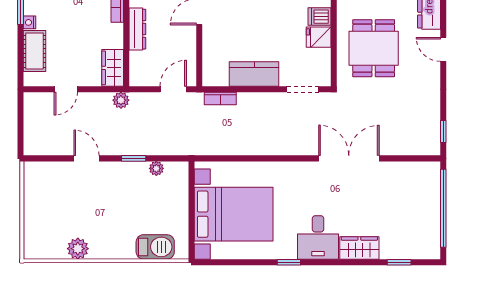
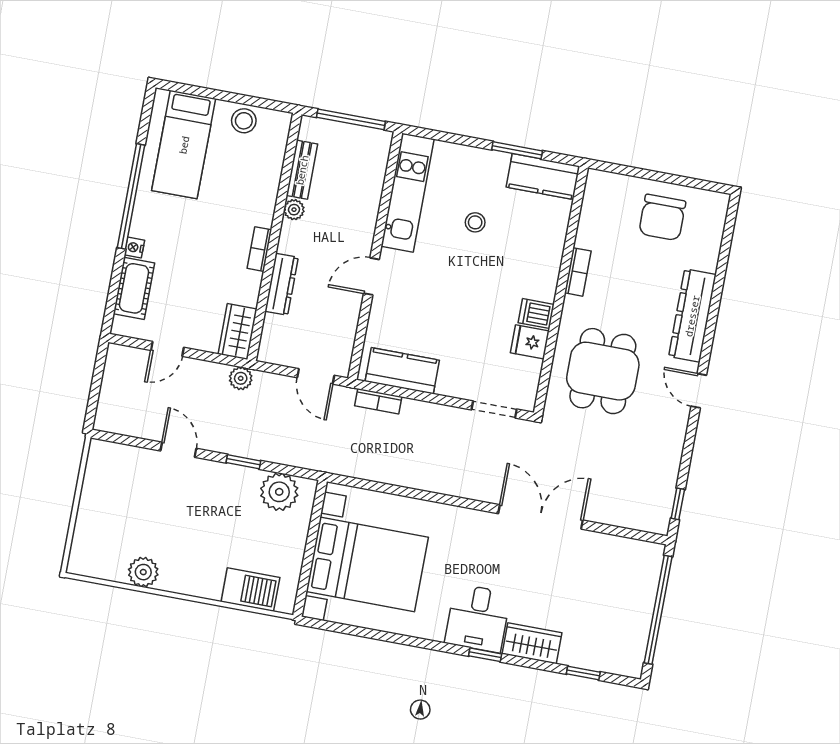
kitchen counter: (254, 74) -> (402, 371), moved
door: (173, 89) -> (316, 376), swing flipped
plant: (156, 168) -> (279, 492), width x1.87, depth x1.87
window: (289, 262) -> (485, 655), moved

